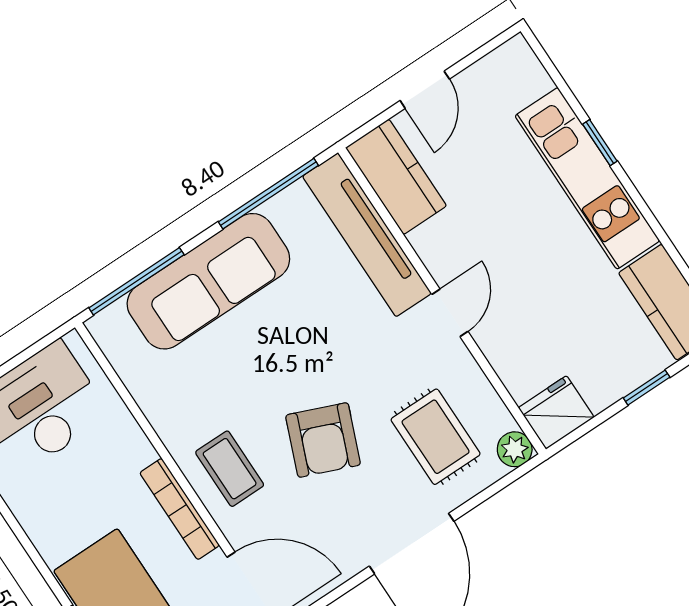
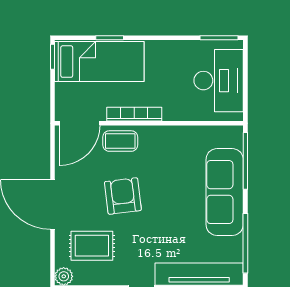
armchair: (323, 440) -> (123, 196), turned 61
coffee table: (230, 469) -> (120, 141), moved

